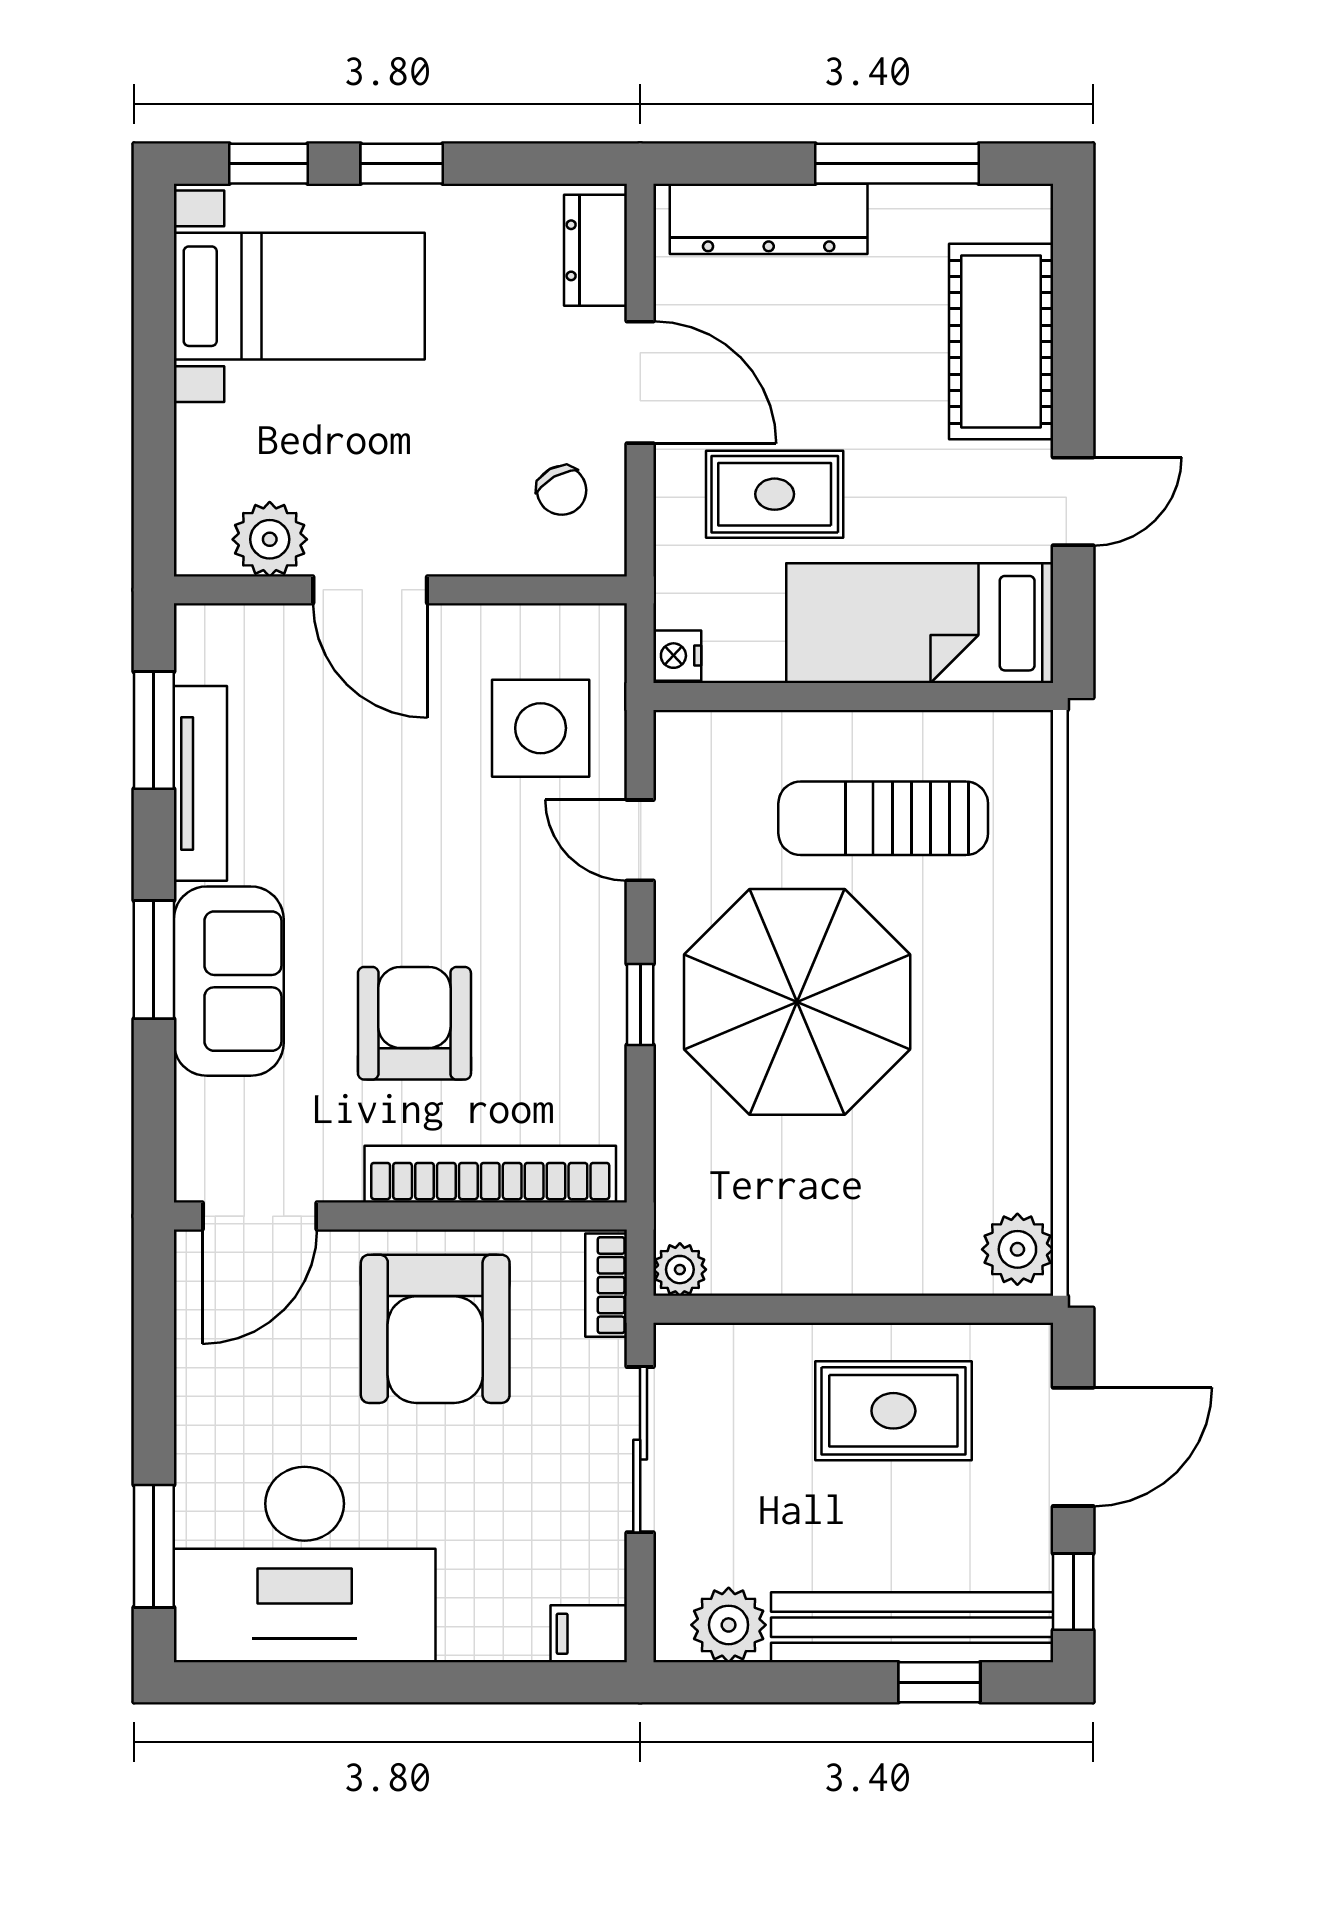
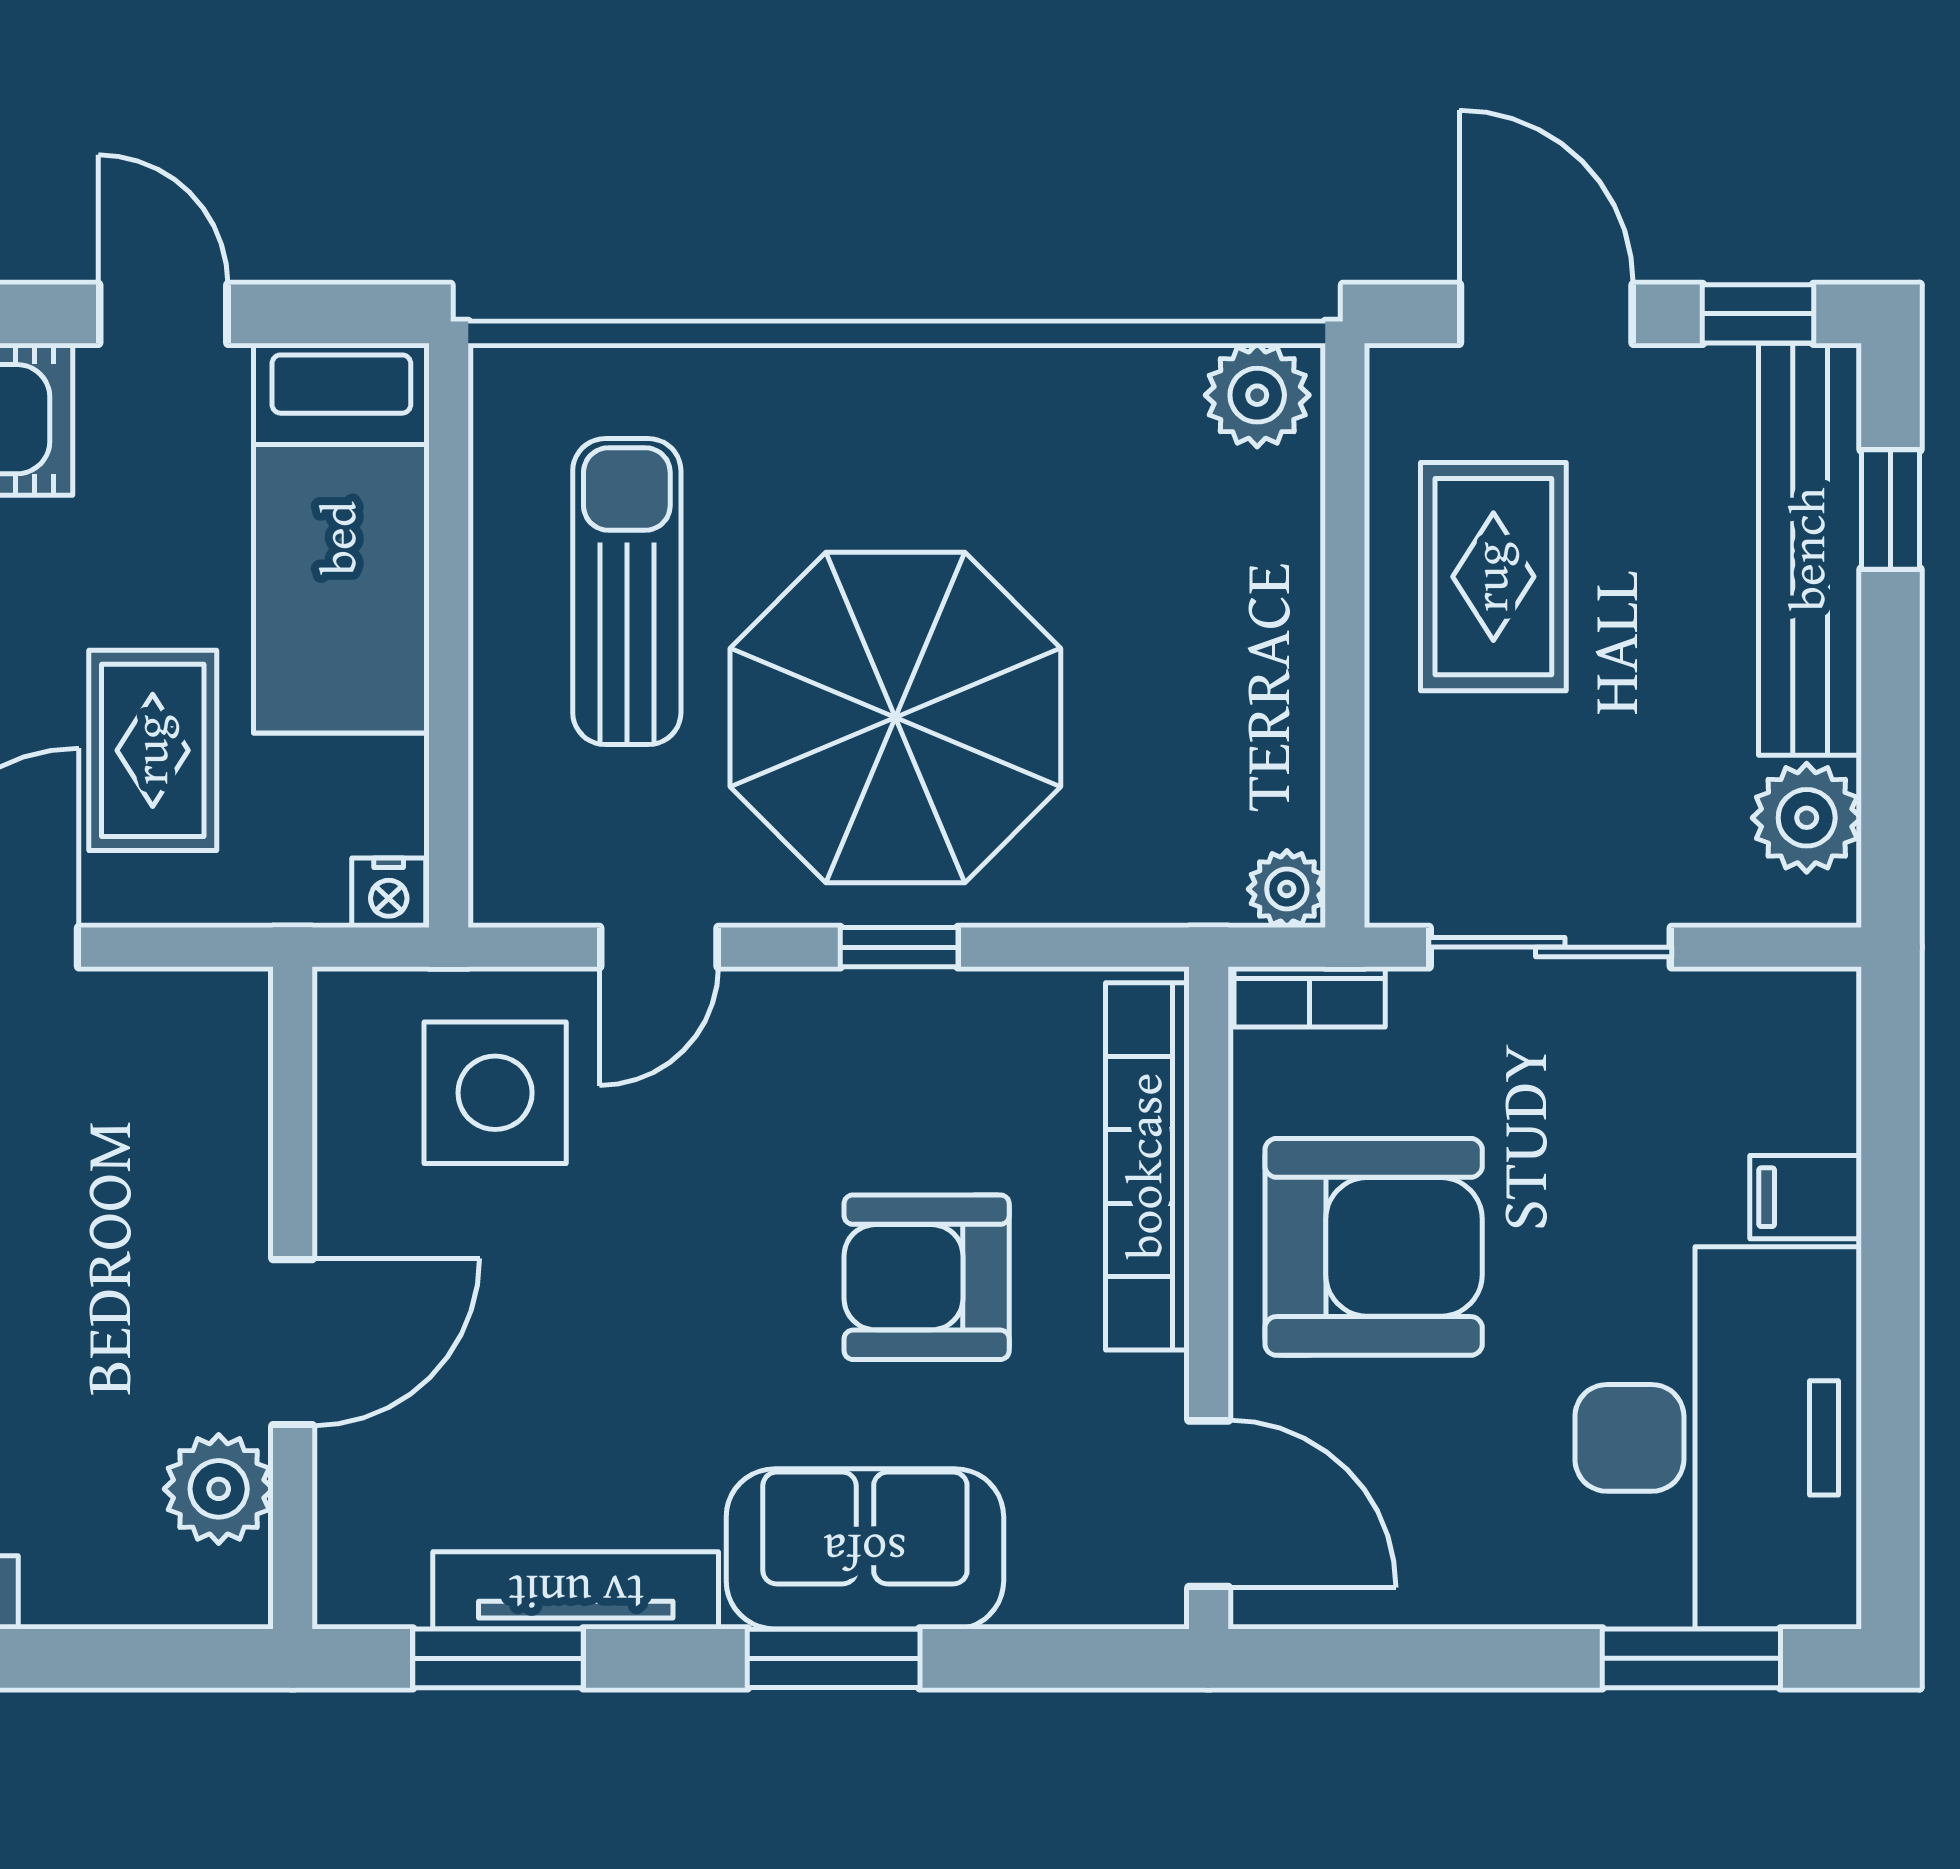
chair: (562, 490) -> (147, 1062), removed
sun lounger: (883, 818) -> (627, 592), turned 180
filing cabinet: (589, 1634) -> (1806, 1197), moved, turned 90

